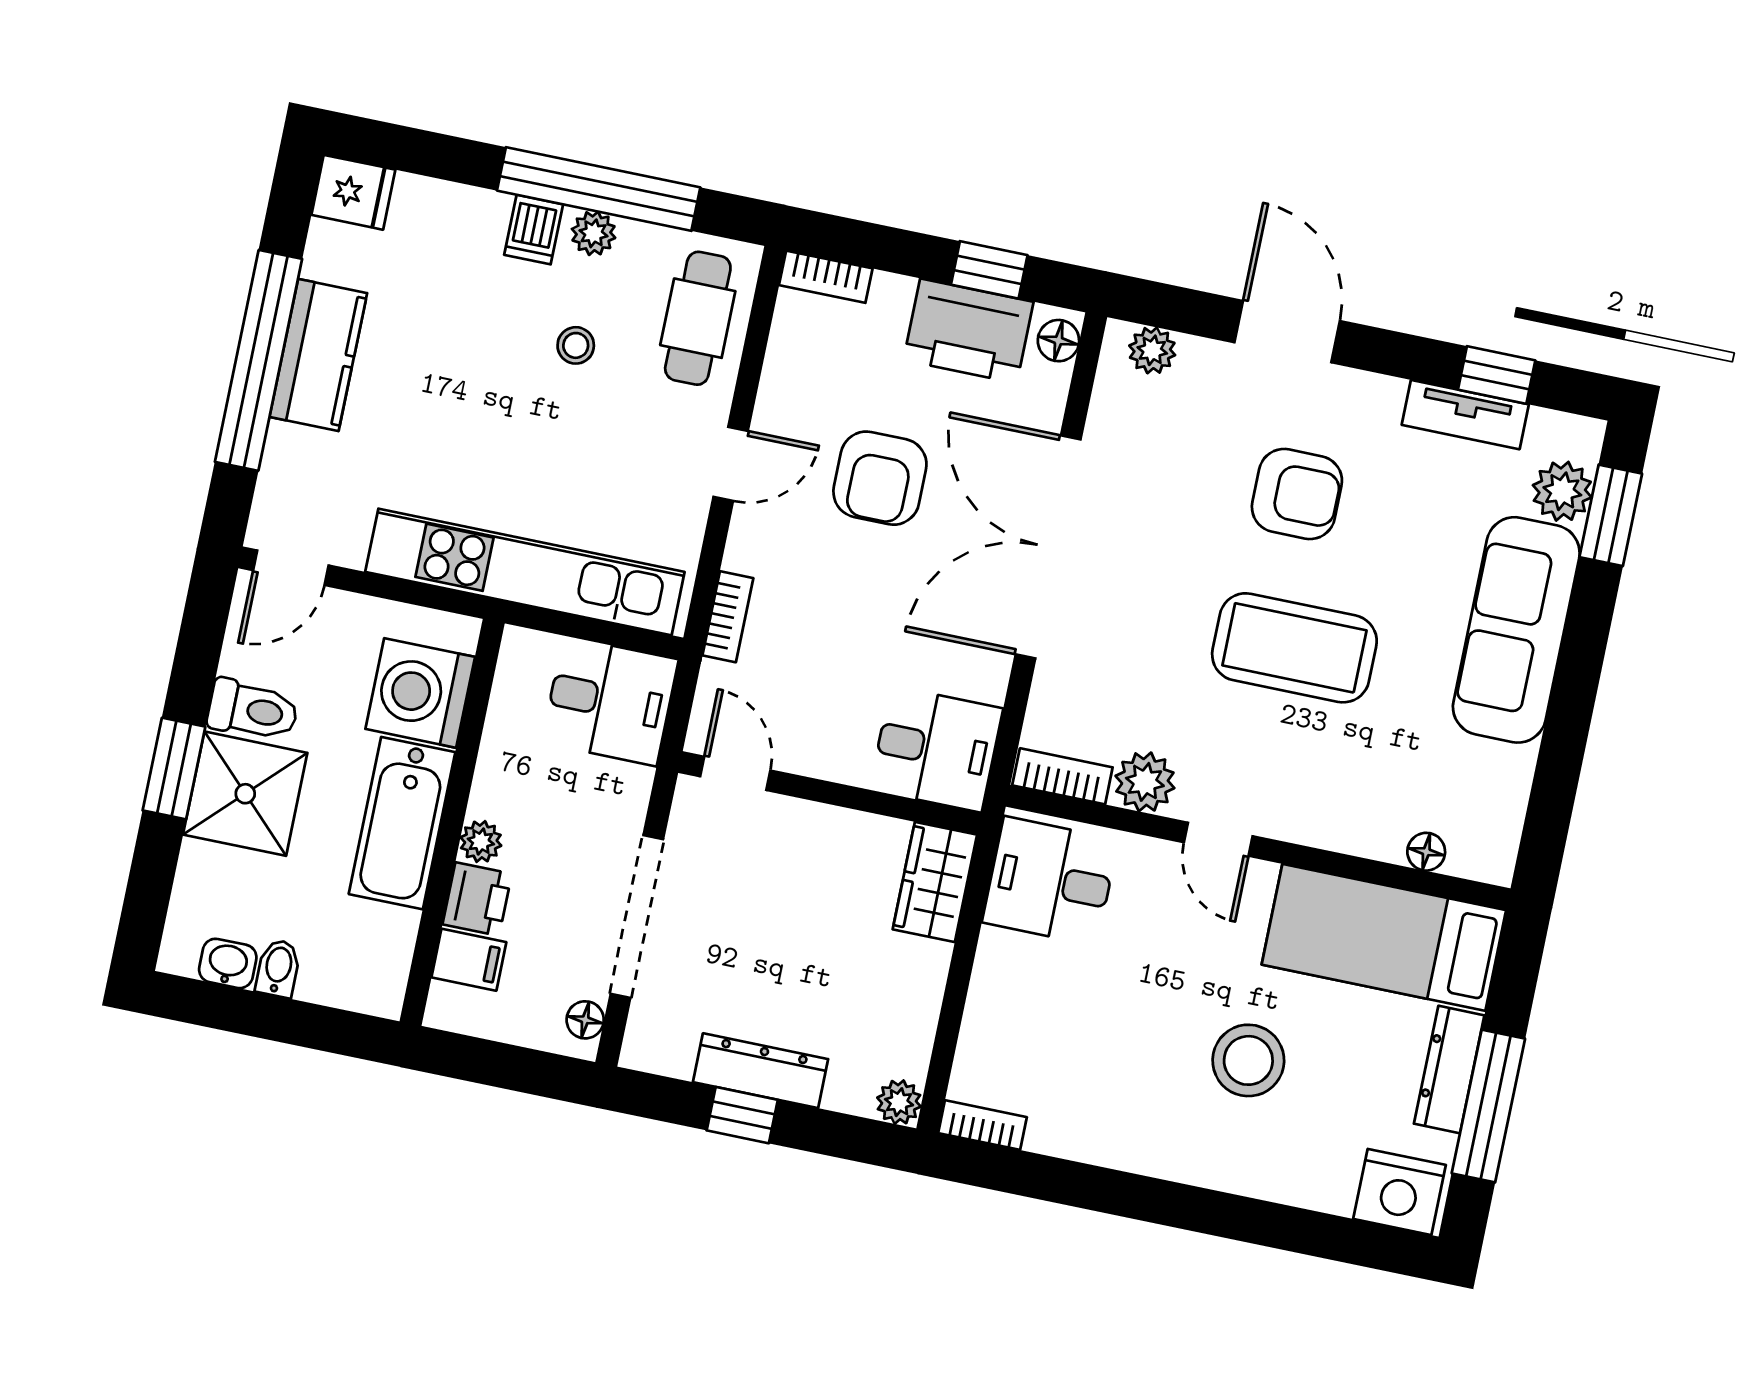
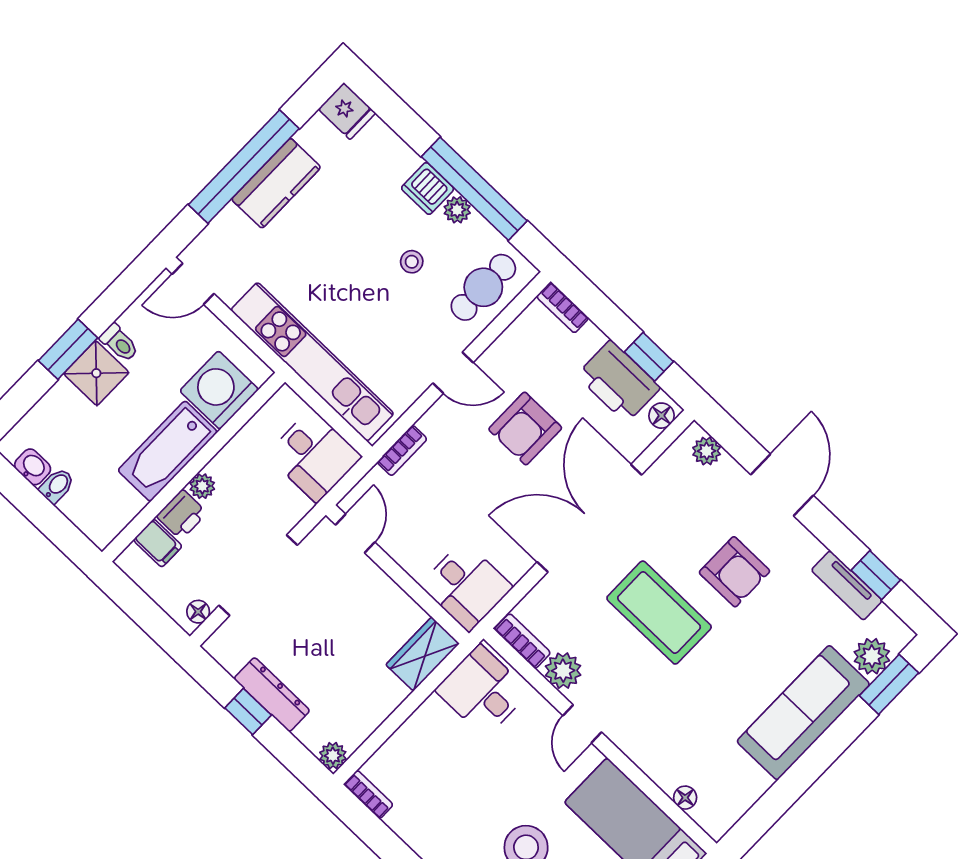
dishwasher: (534, 230) -> (428, 189), width x1.38
coffee table: (1294, 648) -> (659, 613), moved
toilet: (253, 710) -> (119, 343), width x0.73, depth x0.72
shower: (245, 794) -> (96, 373), width x0.73, depth x0.73

